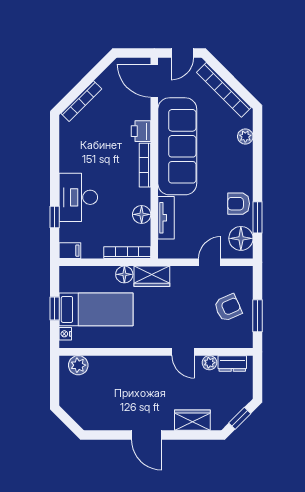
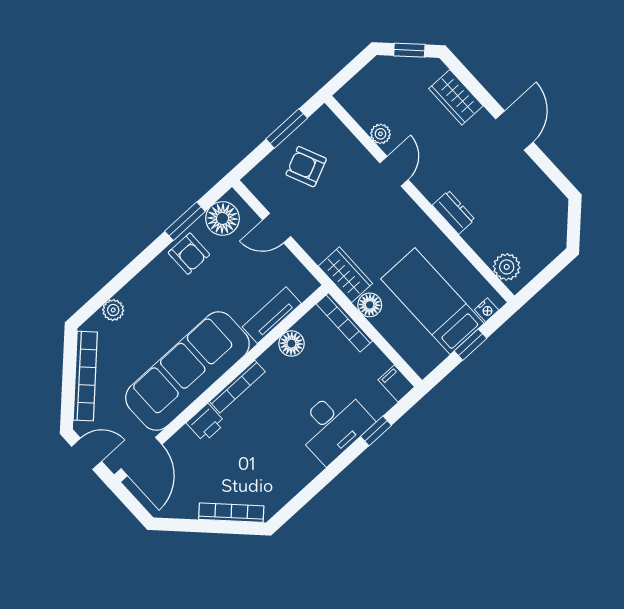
dresser: (232, 364) -> (454, 212), moved

